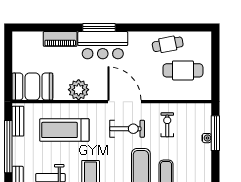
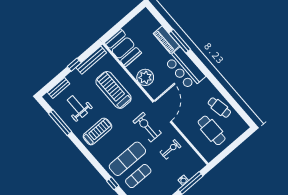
window: (99, 27) -> (180, 41), moved
bench: (18, 121) -> (91, 60), width x1.36
exercise bike: (127, 129) -> (147, 127), turned 180
window: (8, 147) -> (74, 65), width x0.32

